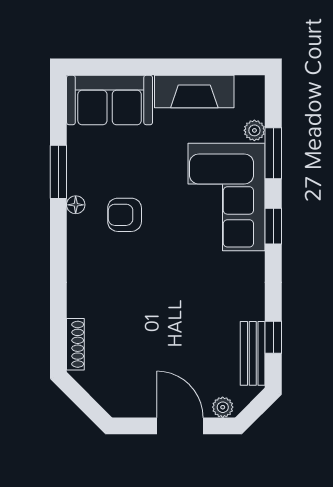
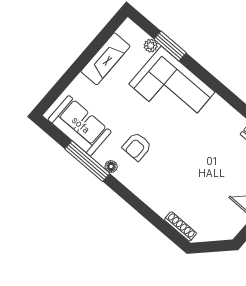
sofa: (110, 100) -> (80, 126), moved, turned -90
window: (58, 172) -> (87, 161), width x1.44
window: (273, 226) -> (206, 77), removed

